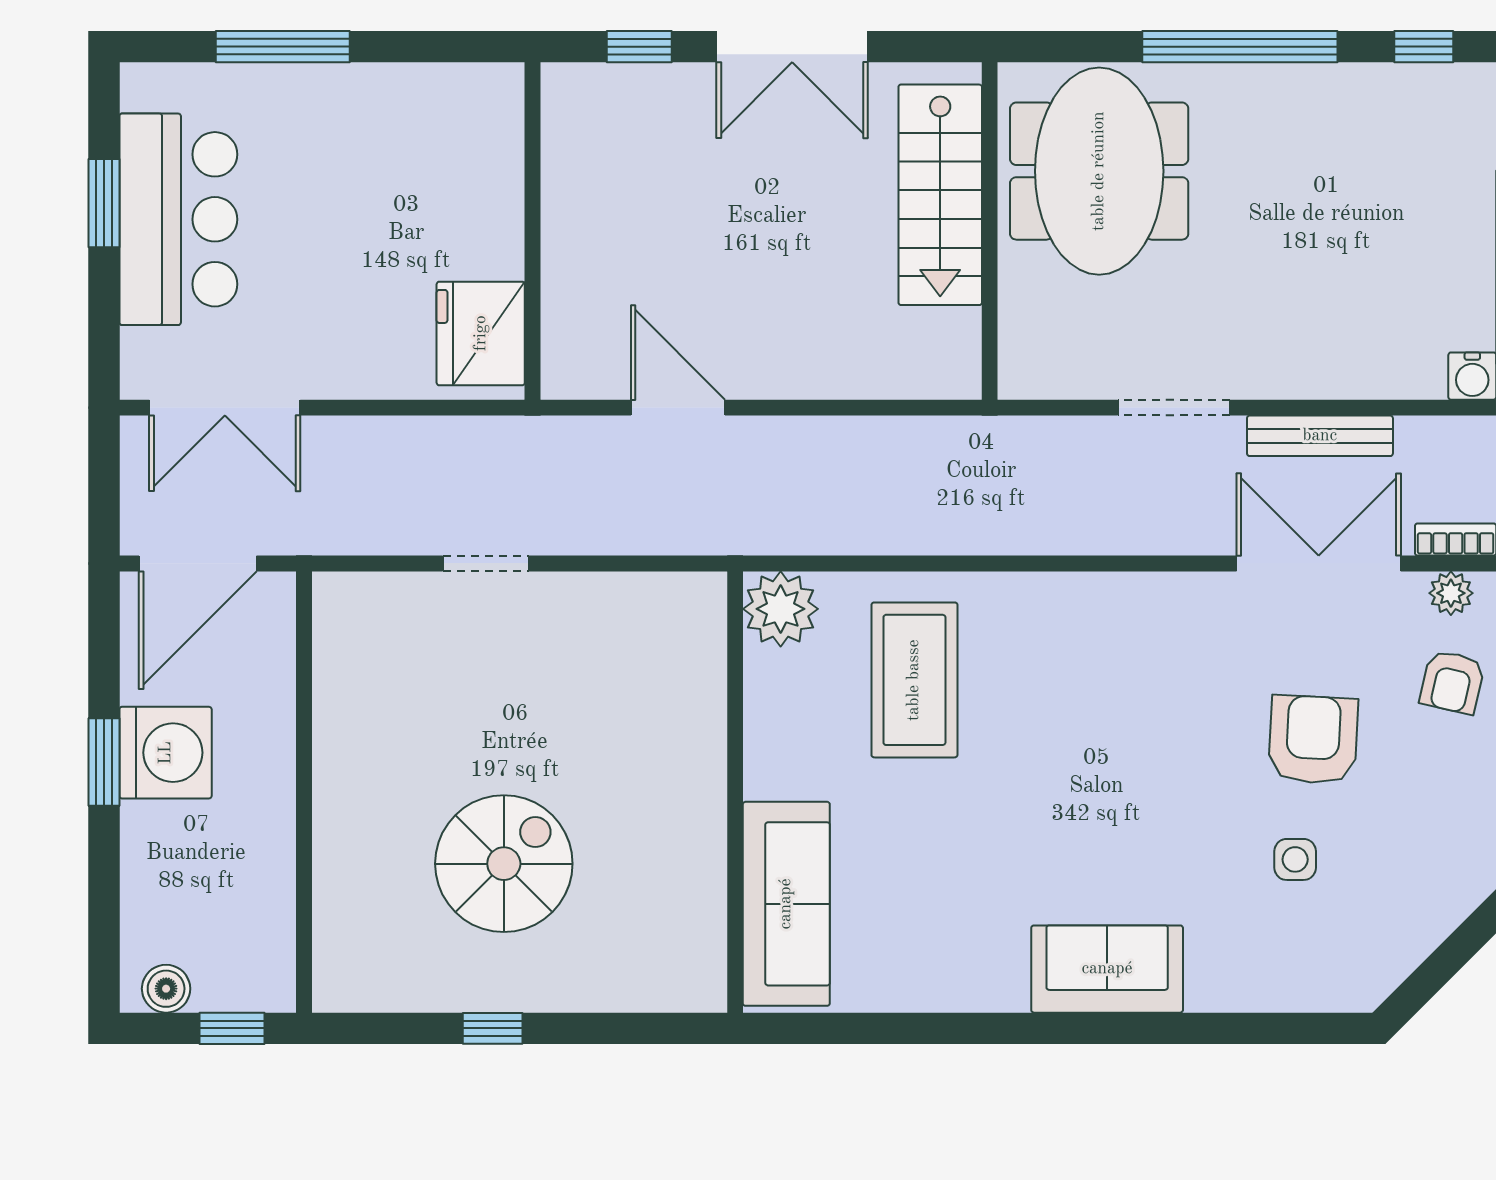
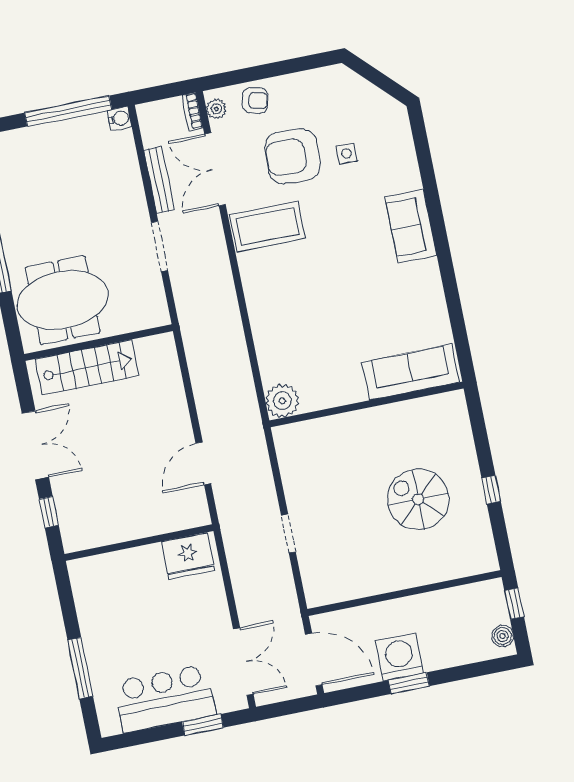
window: (104, 203) -> (203, 725), moved
coffee table: (914, 680) -> (268, 226), moved
armchair: (1313, 740) -> (292, 156), width x1.36, depth x1.36

